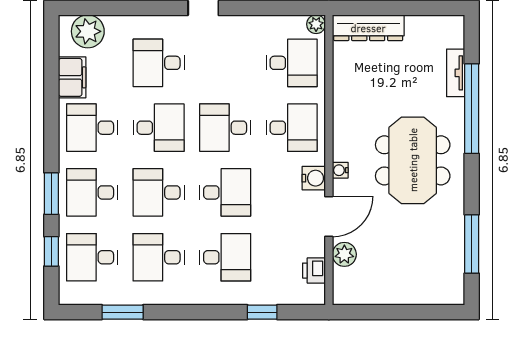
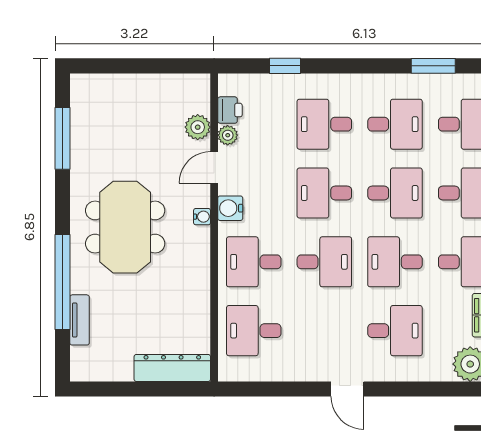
plant: (316, 24) -> (228, 135), moved
door: (329, 217) -> (214, 167), width x0.73

